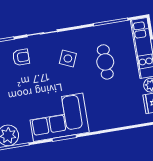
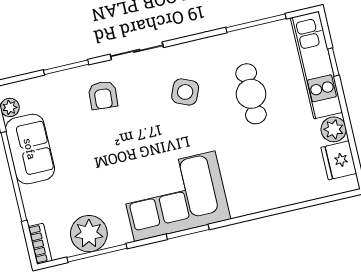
armchair: (21, 57) -> (103, 95), turned 94

